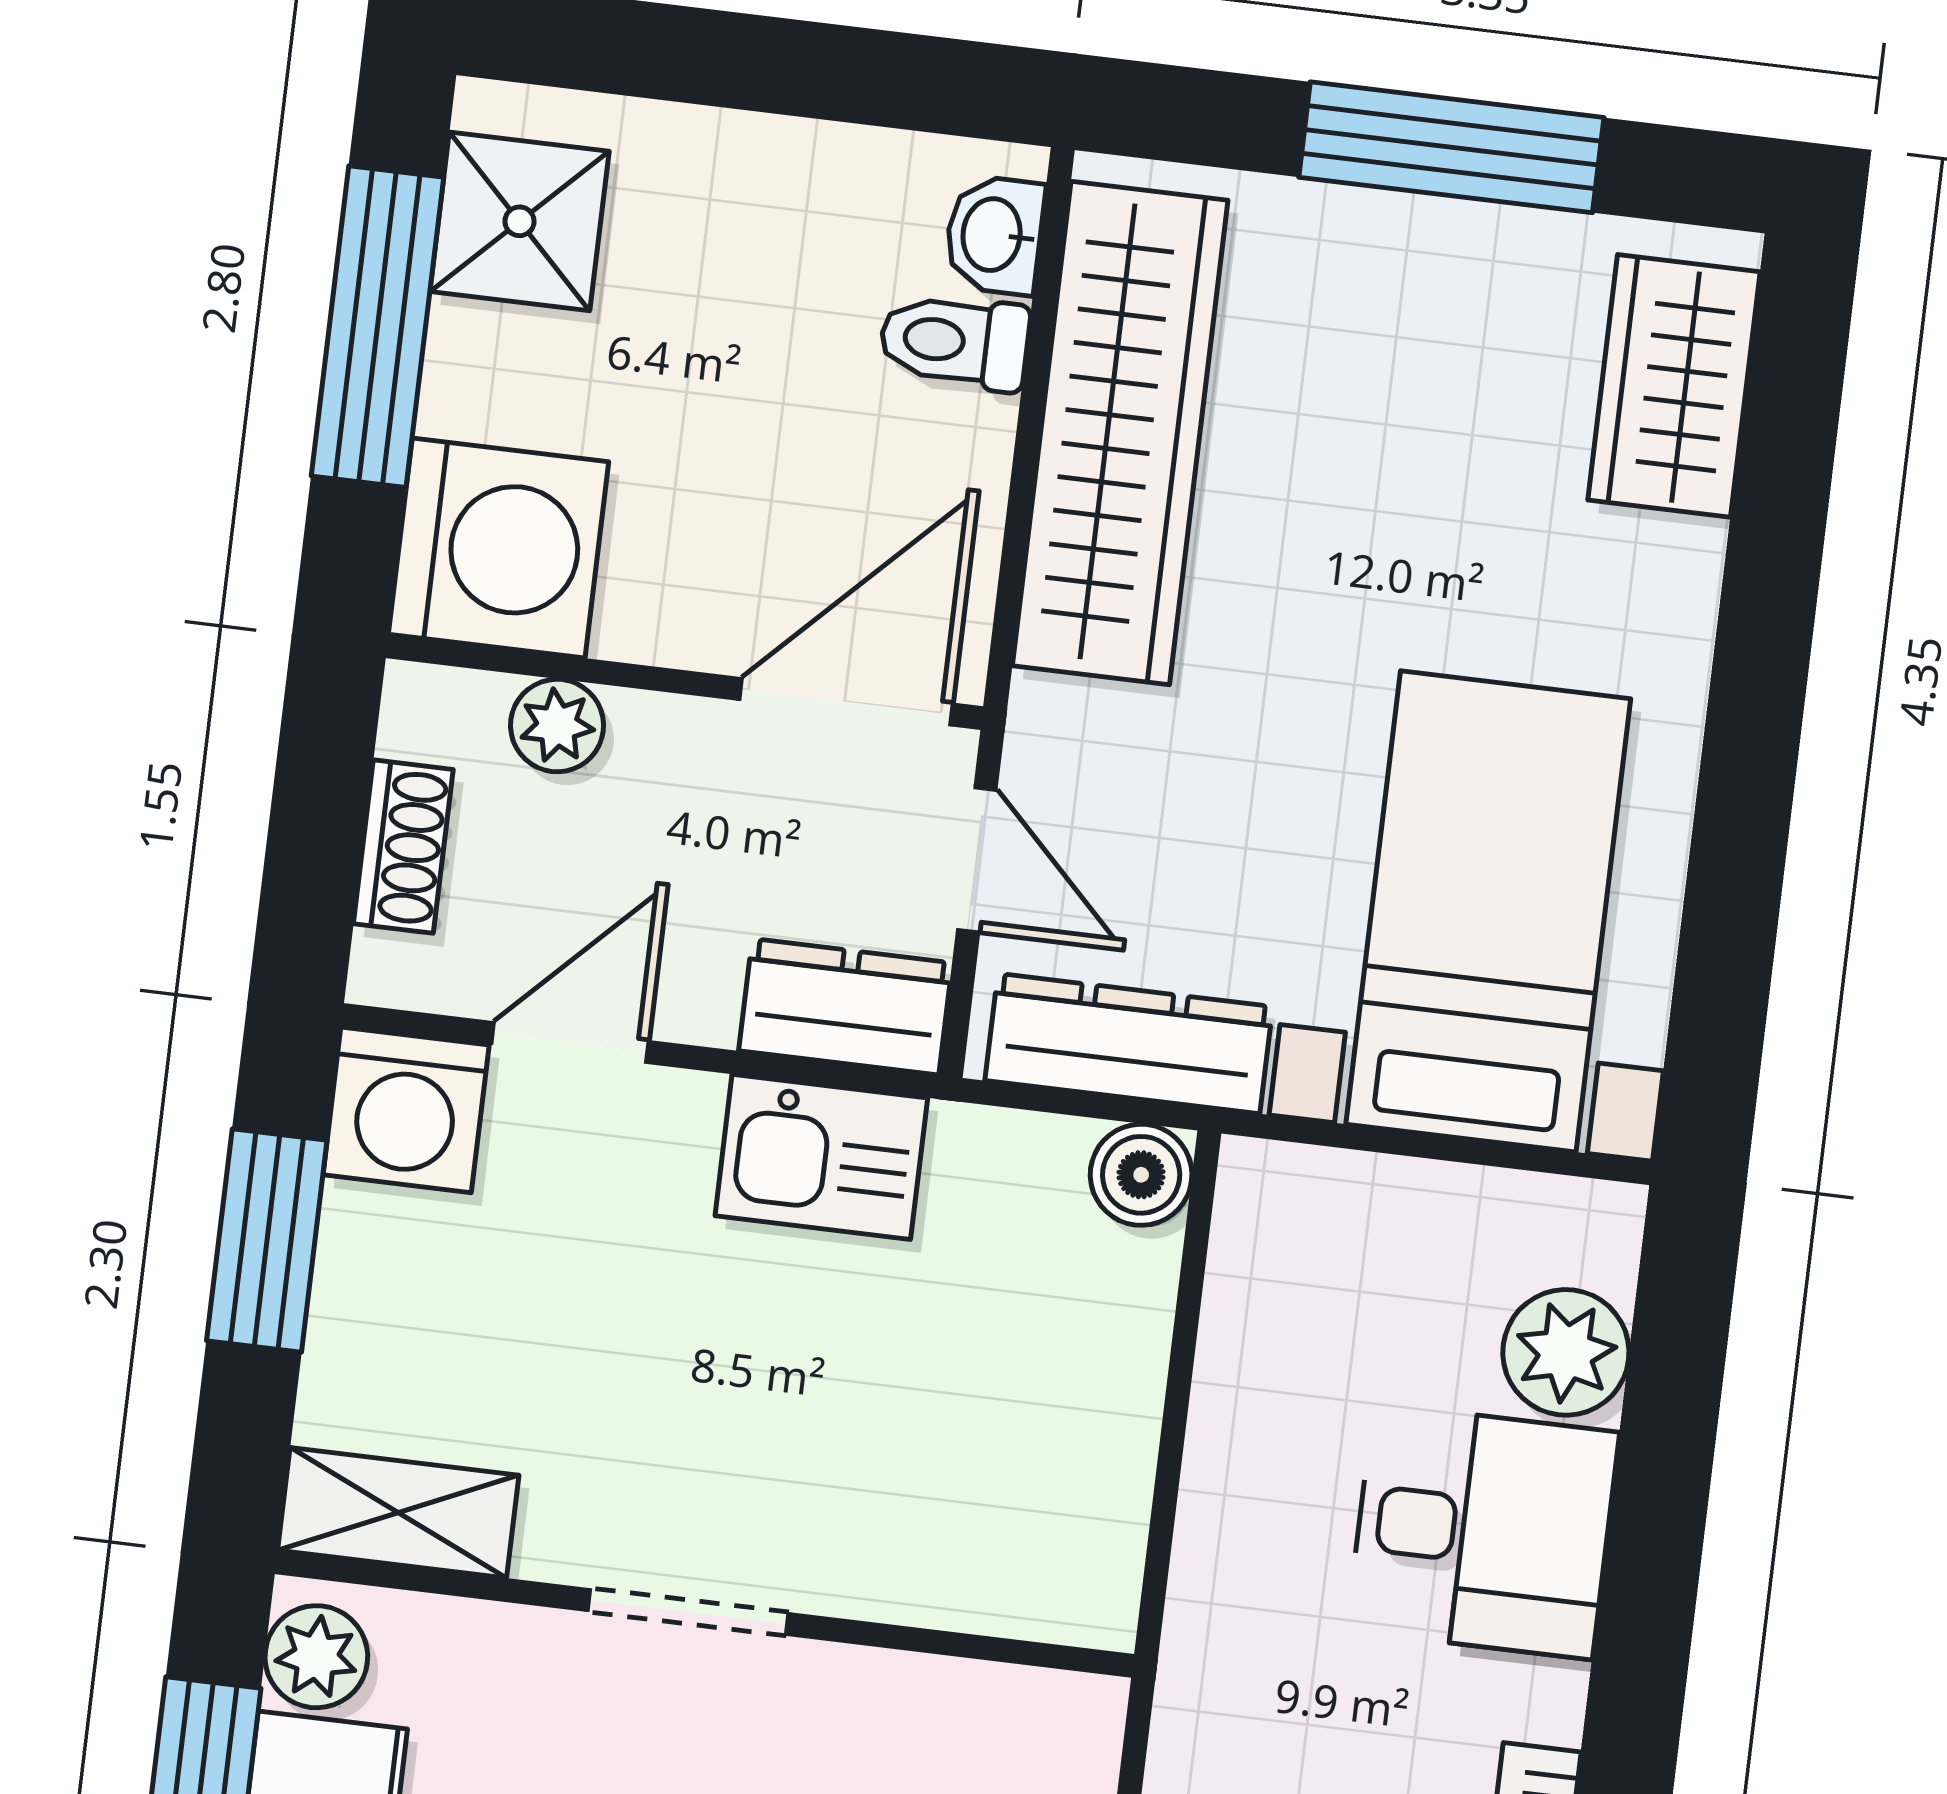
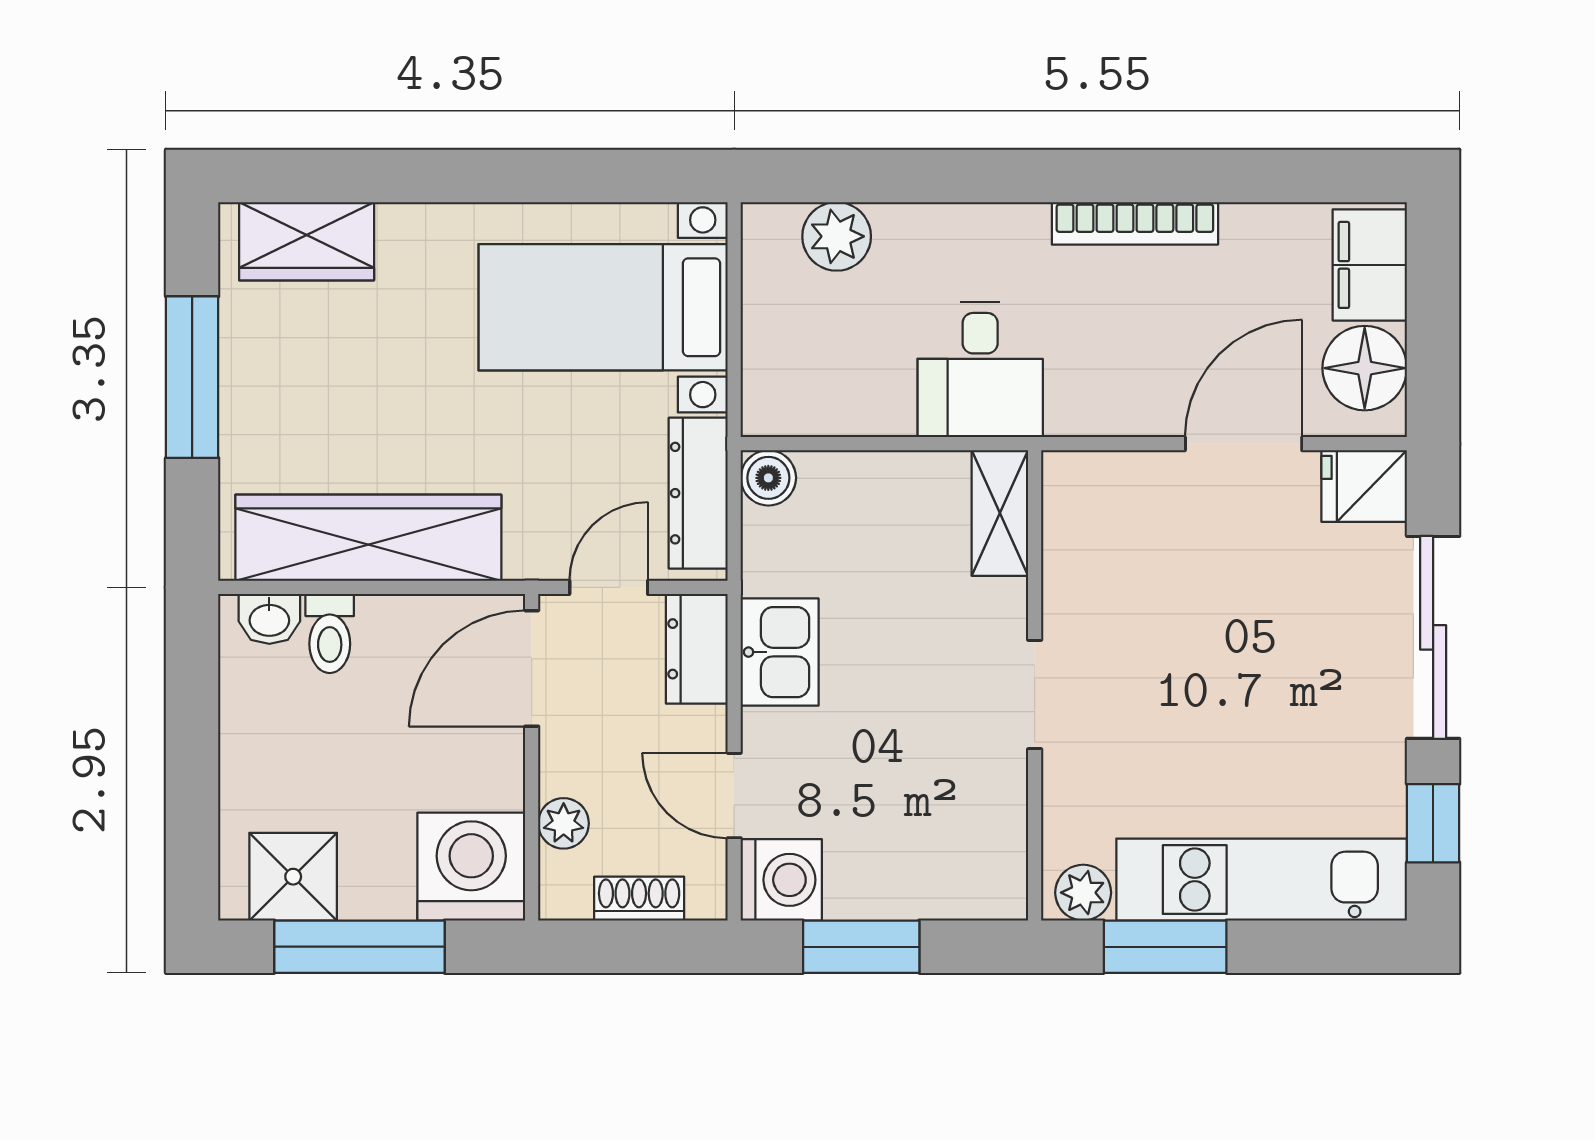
door: (846, 702) -> (532, 668), hinge flipped
shelving: (398, 1513) -> (1000, 513), moved
desk: (1483, 1531) -> (980, 370), moved, turned 180

